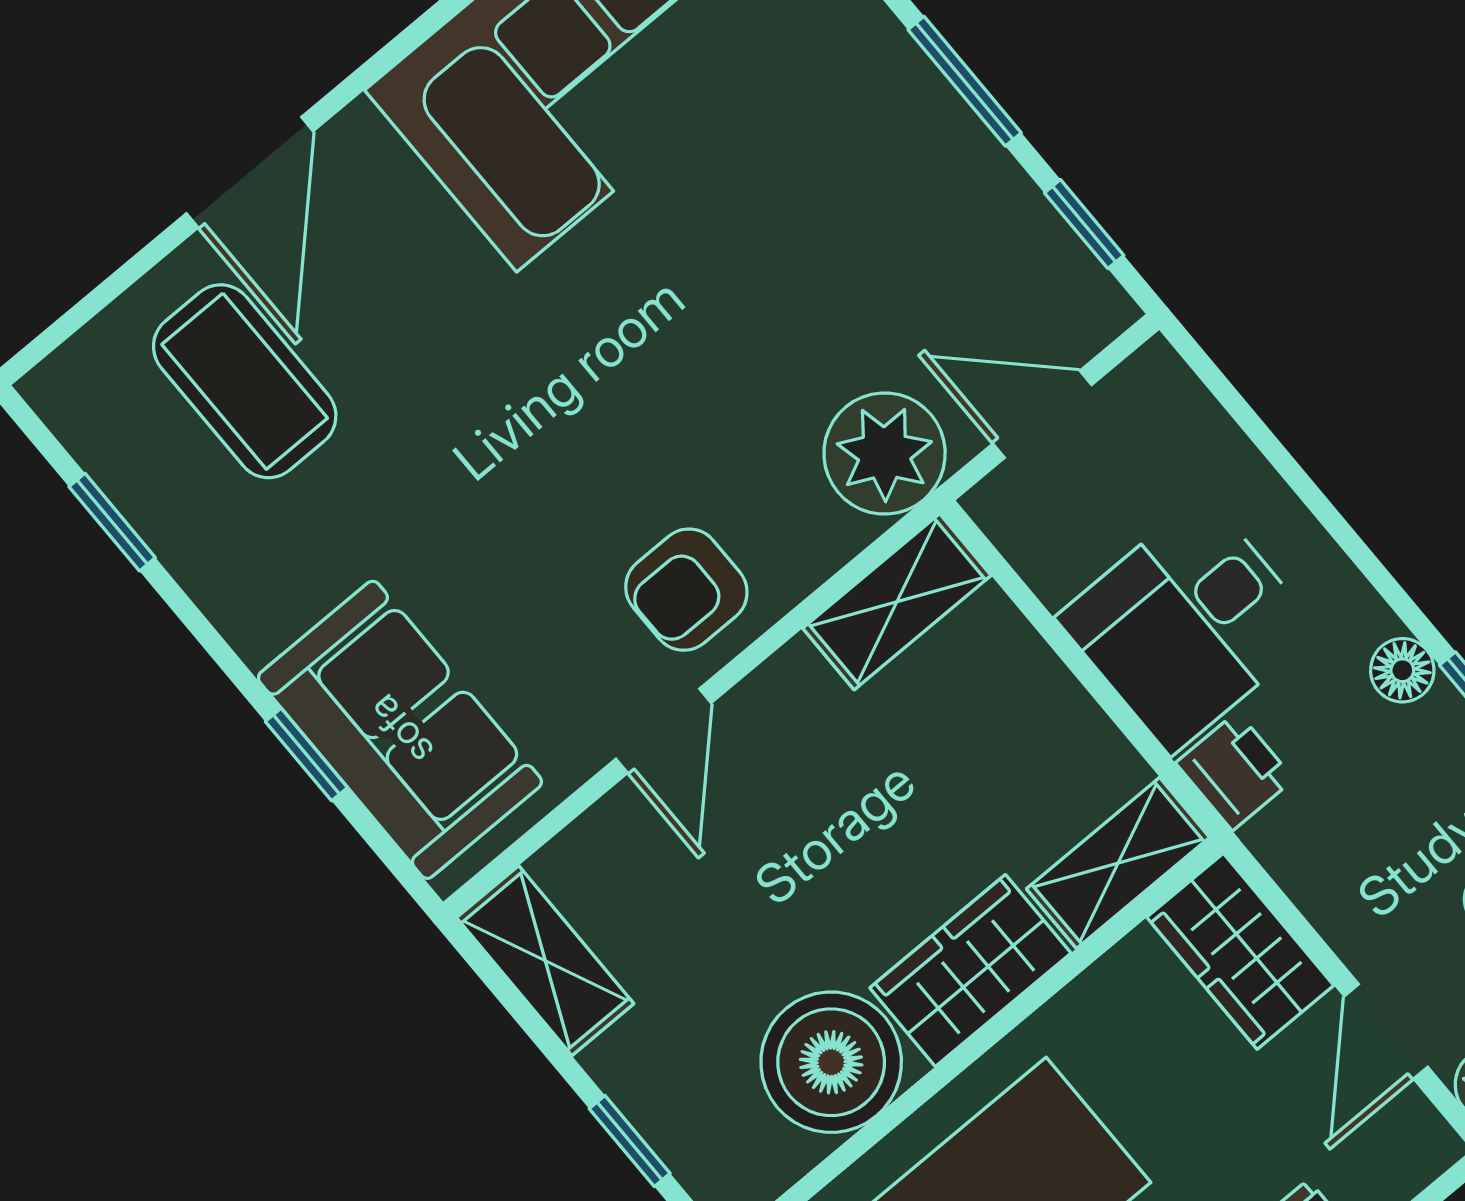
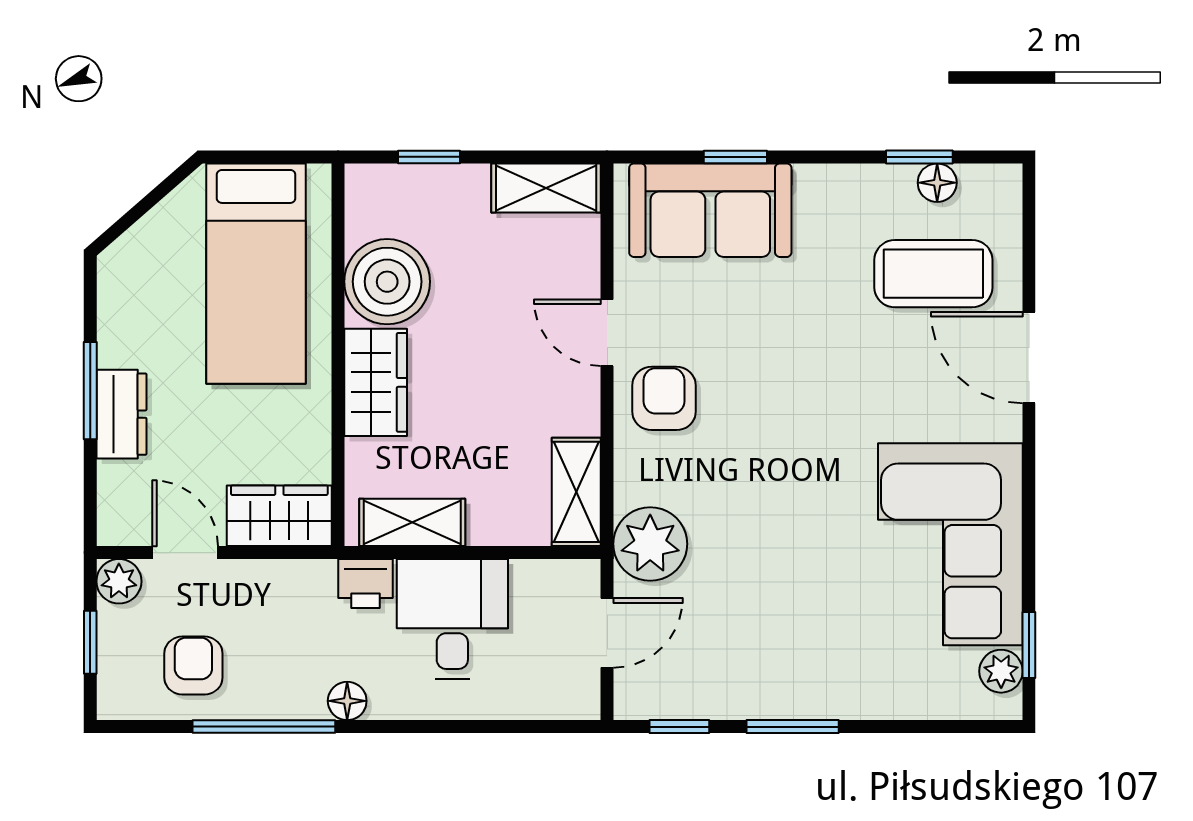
floor lamp: (126, 473) -> (937, 183), added
shelving: (1118, 863) -> (412, 522), moved, turned 90

